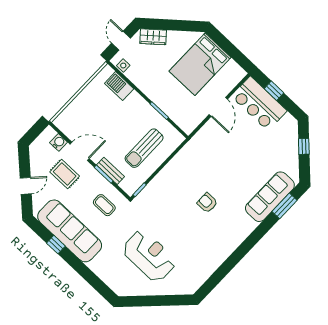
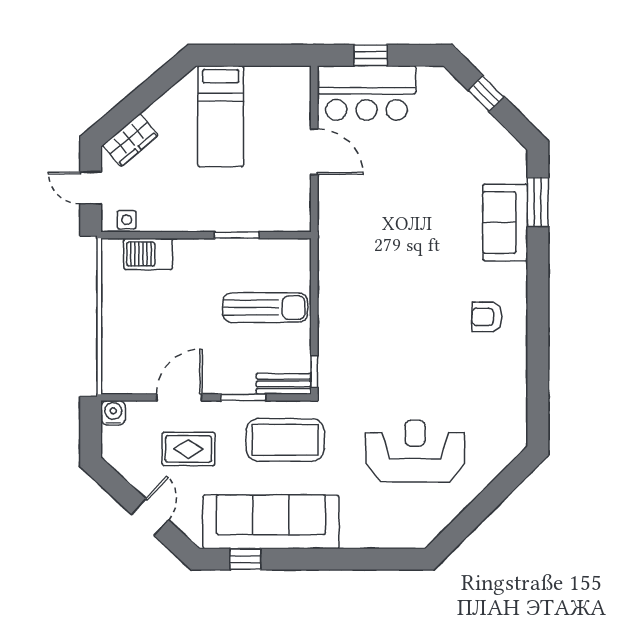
bed: (200, 64) -> (221, 116), width x0.67
water cooler: (59, 142) -> (113, 413), moved
sun lounger: (144, 148) -> (265, 308), turned -90
bench: (110, 171) -> (284, 384), moved
sofa: (270, 197) -> (505, 223), width x0.73
armchair: (207, 203) -> (487, 317), moved
coffee table: (104, 205) -> (285, 440), width x1.86, depth x1.72
window: (56, 245) -> (245, 559), moved

